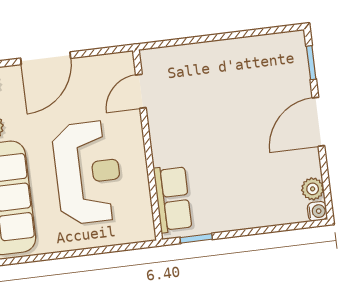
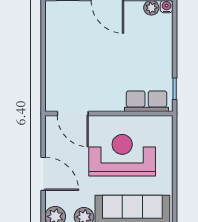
door: (141, 91) -> (73, 113), width x1.38

